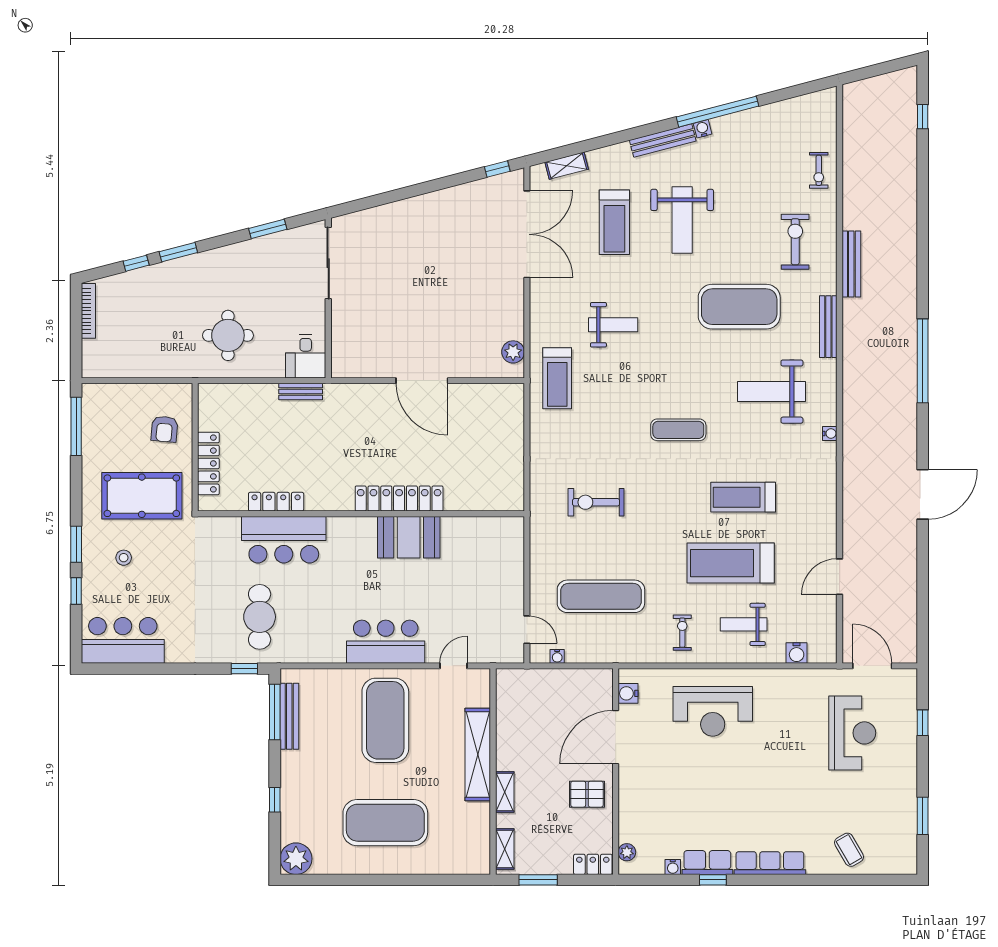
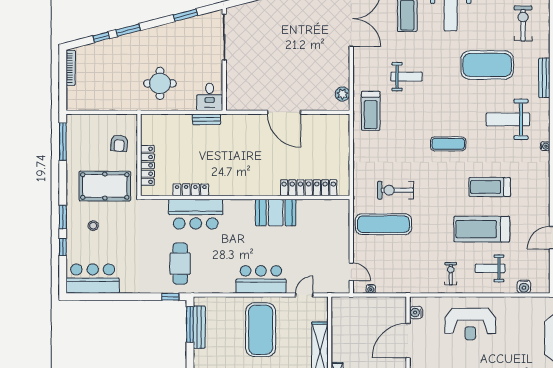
locker: (399, 498) -> (309, 188), moved
exercise mat: (601, 596) -> (383, 224), moved

